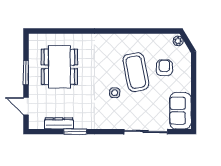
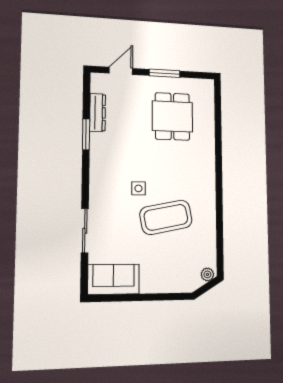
dining table: (59, 67) -> (172, 116), width x0.73
armchair: (164, 68) -> (172, 256), removed
sliding door: (146, 132) -> (85, 231), width x0.73

